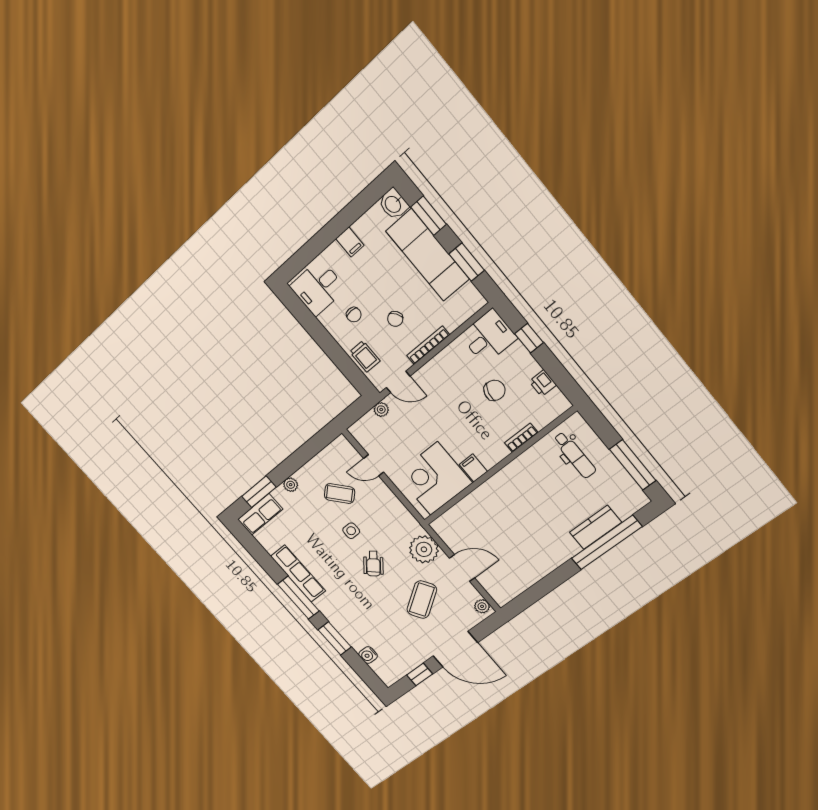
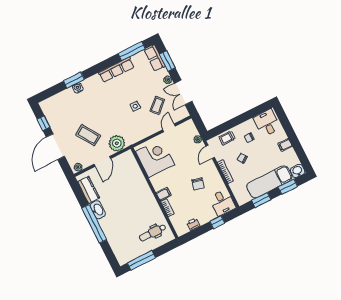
chair: (494, 390) -> (198, 184), moved
double door: (305, 453) -> (183, 92), added
filing cabinet: (473, 468) -> (164, 194), moved
kitchen counter: (595, 527) -> (89, 190), moved
window: (607, 542) -> (94, 224), moved
washbasin: (552, 560) -> (98, 210), added
wheelchair: (373, 564) -> (114, 114), removed
window: (298, 598) -> (132, 51), moved
water cooler: (368, 655) -> (78, 88), moved

